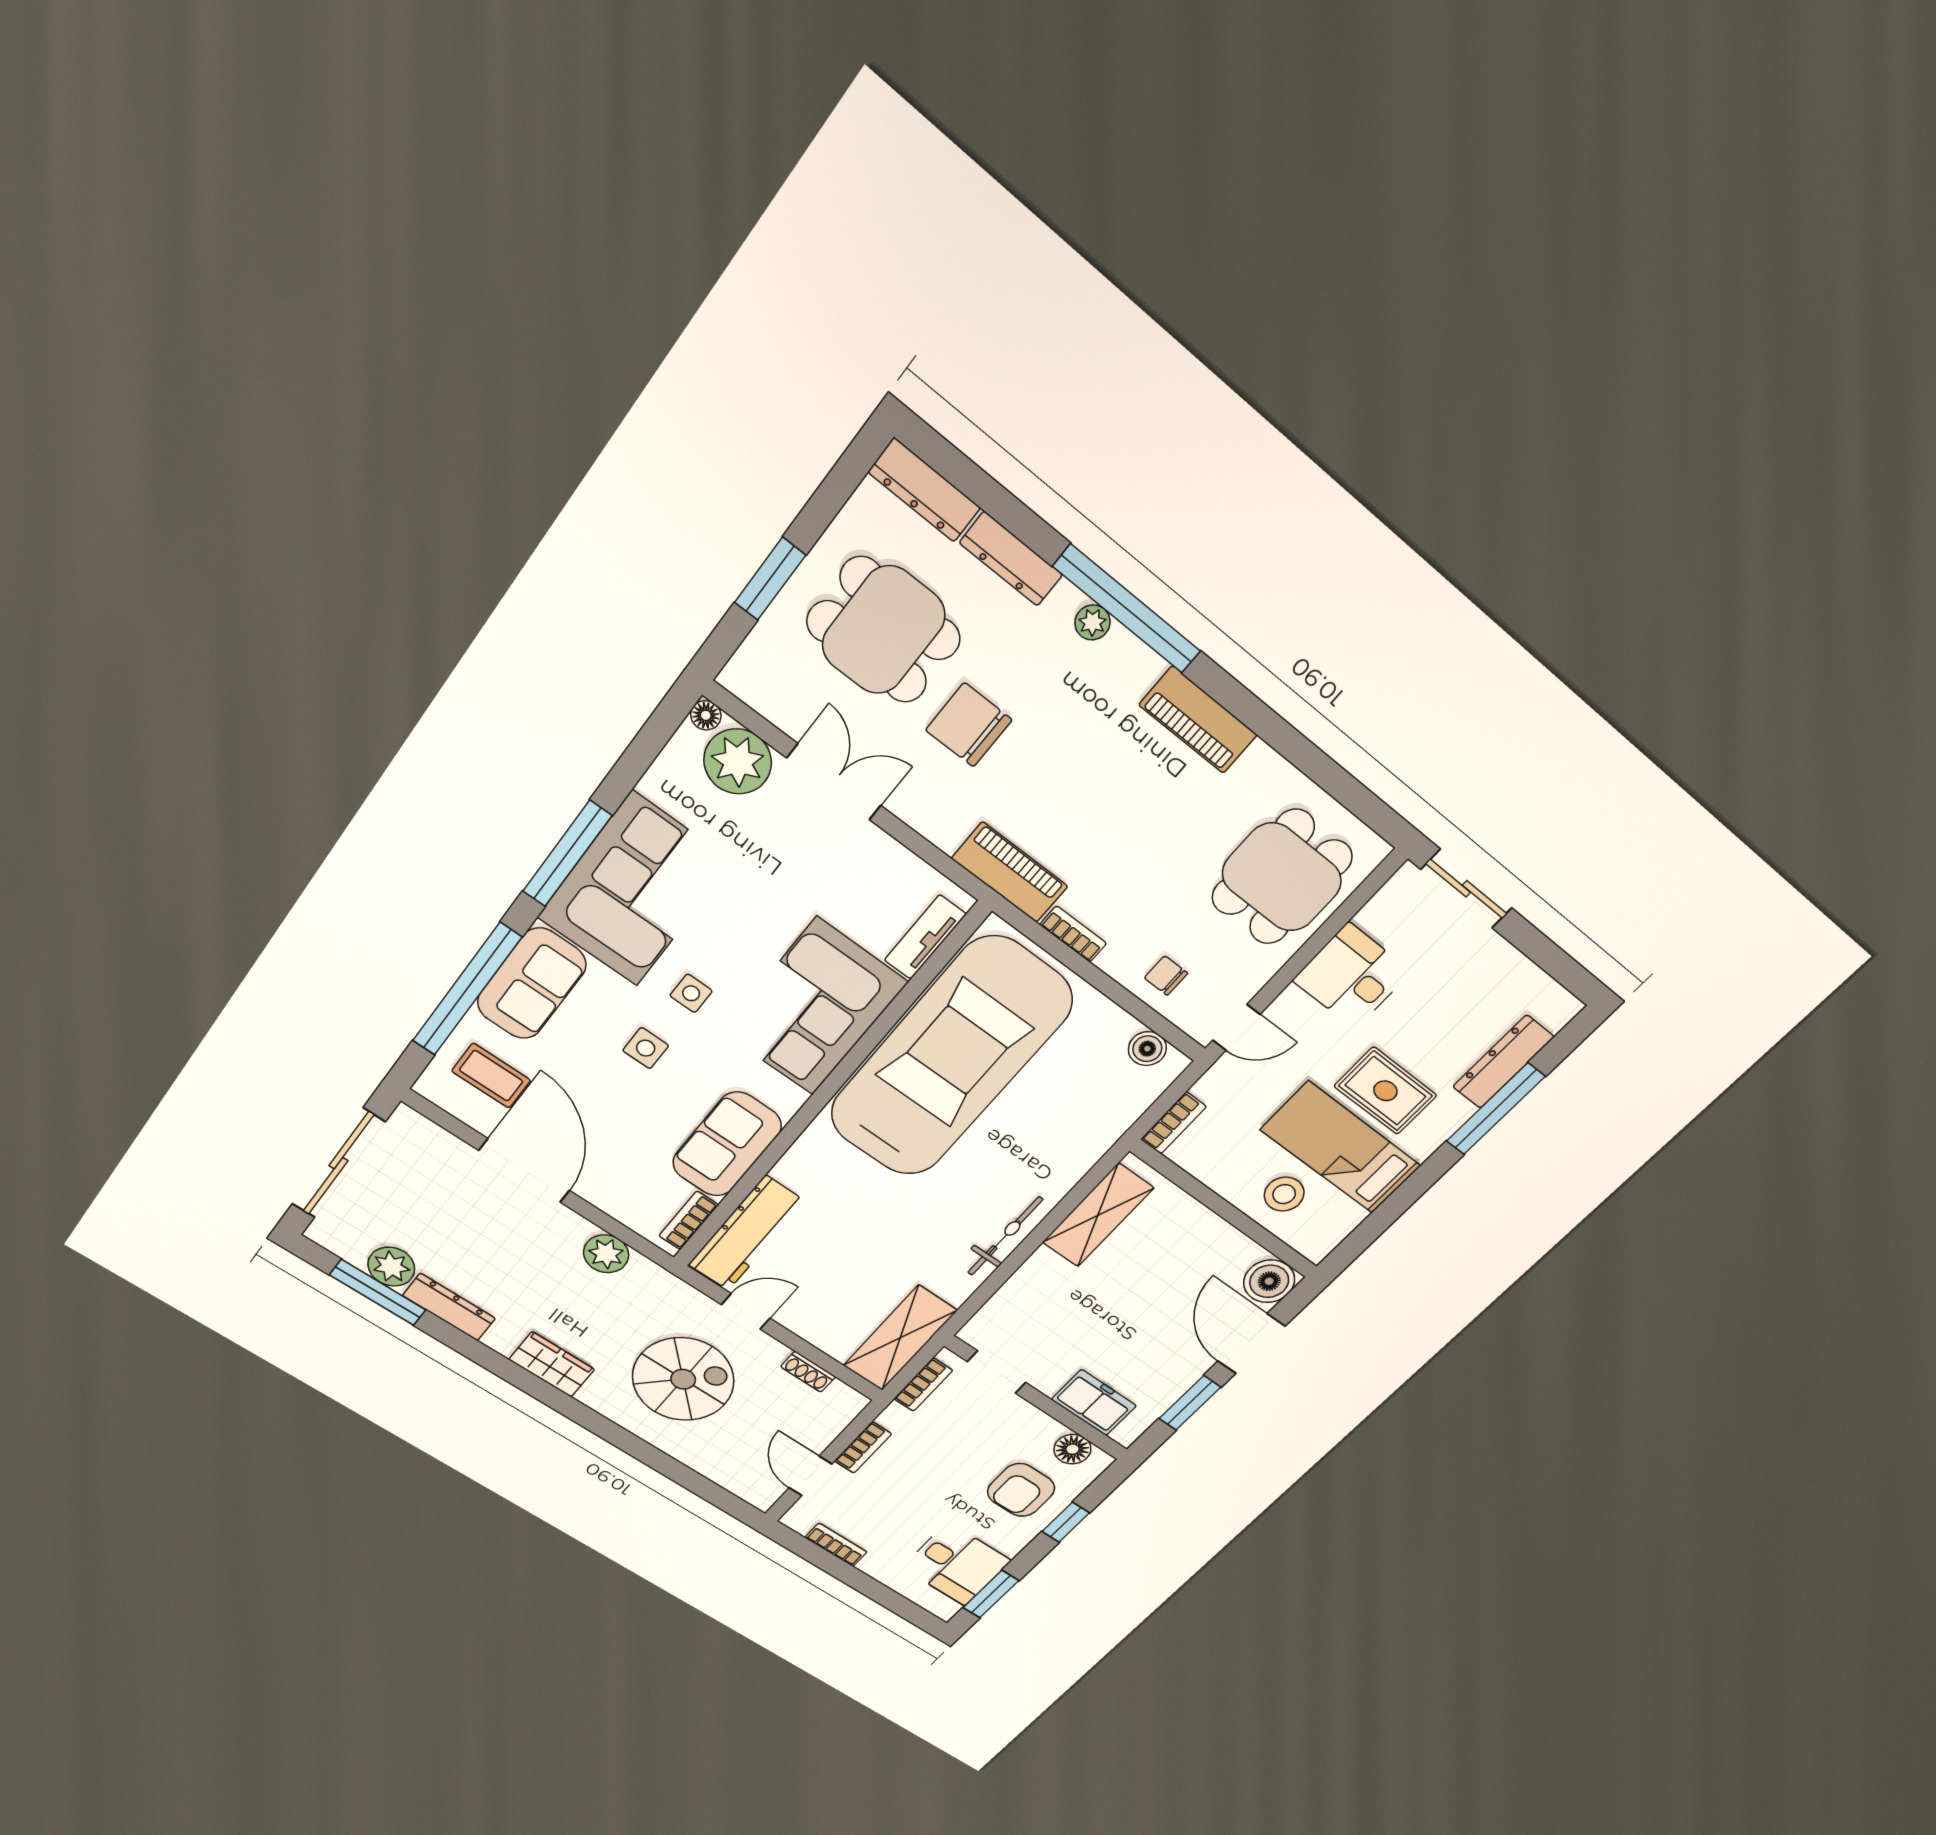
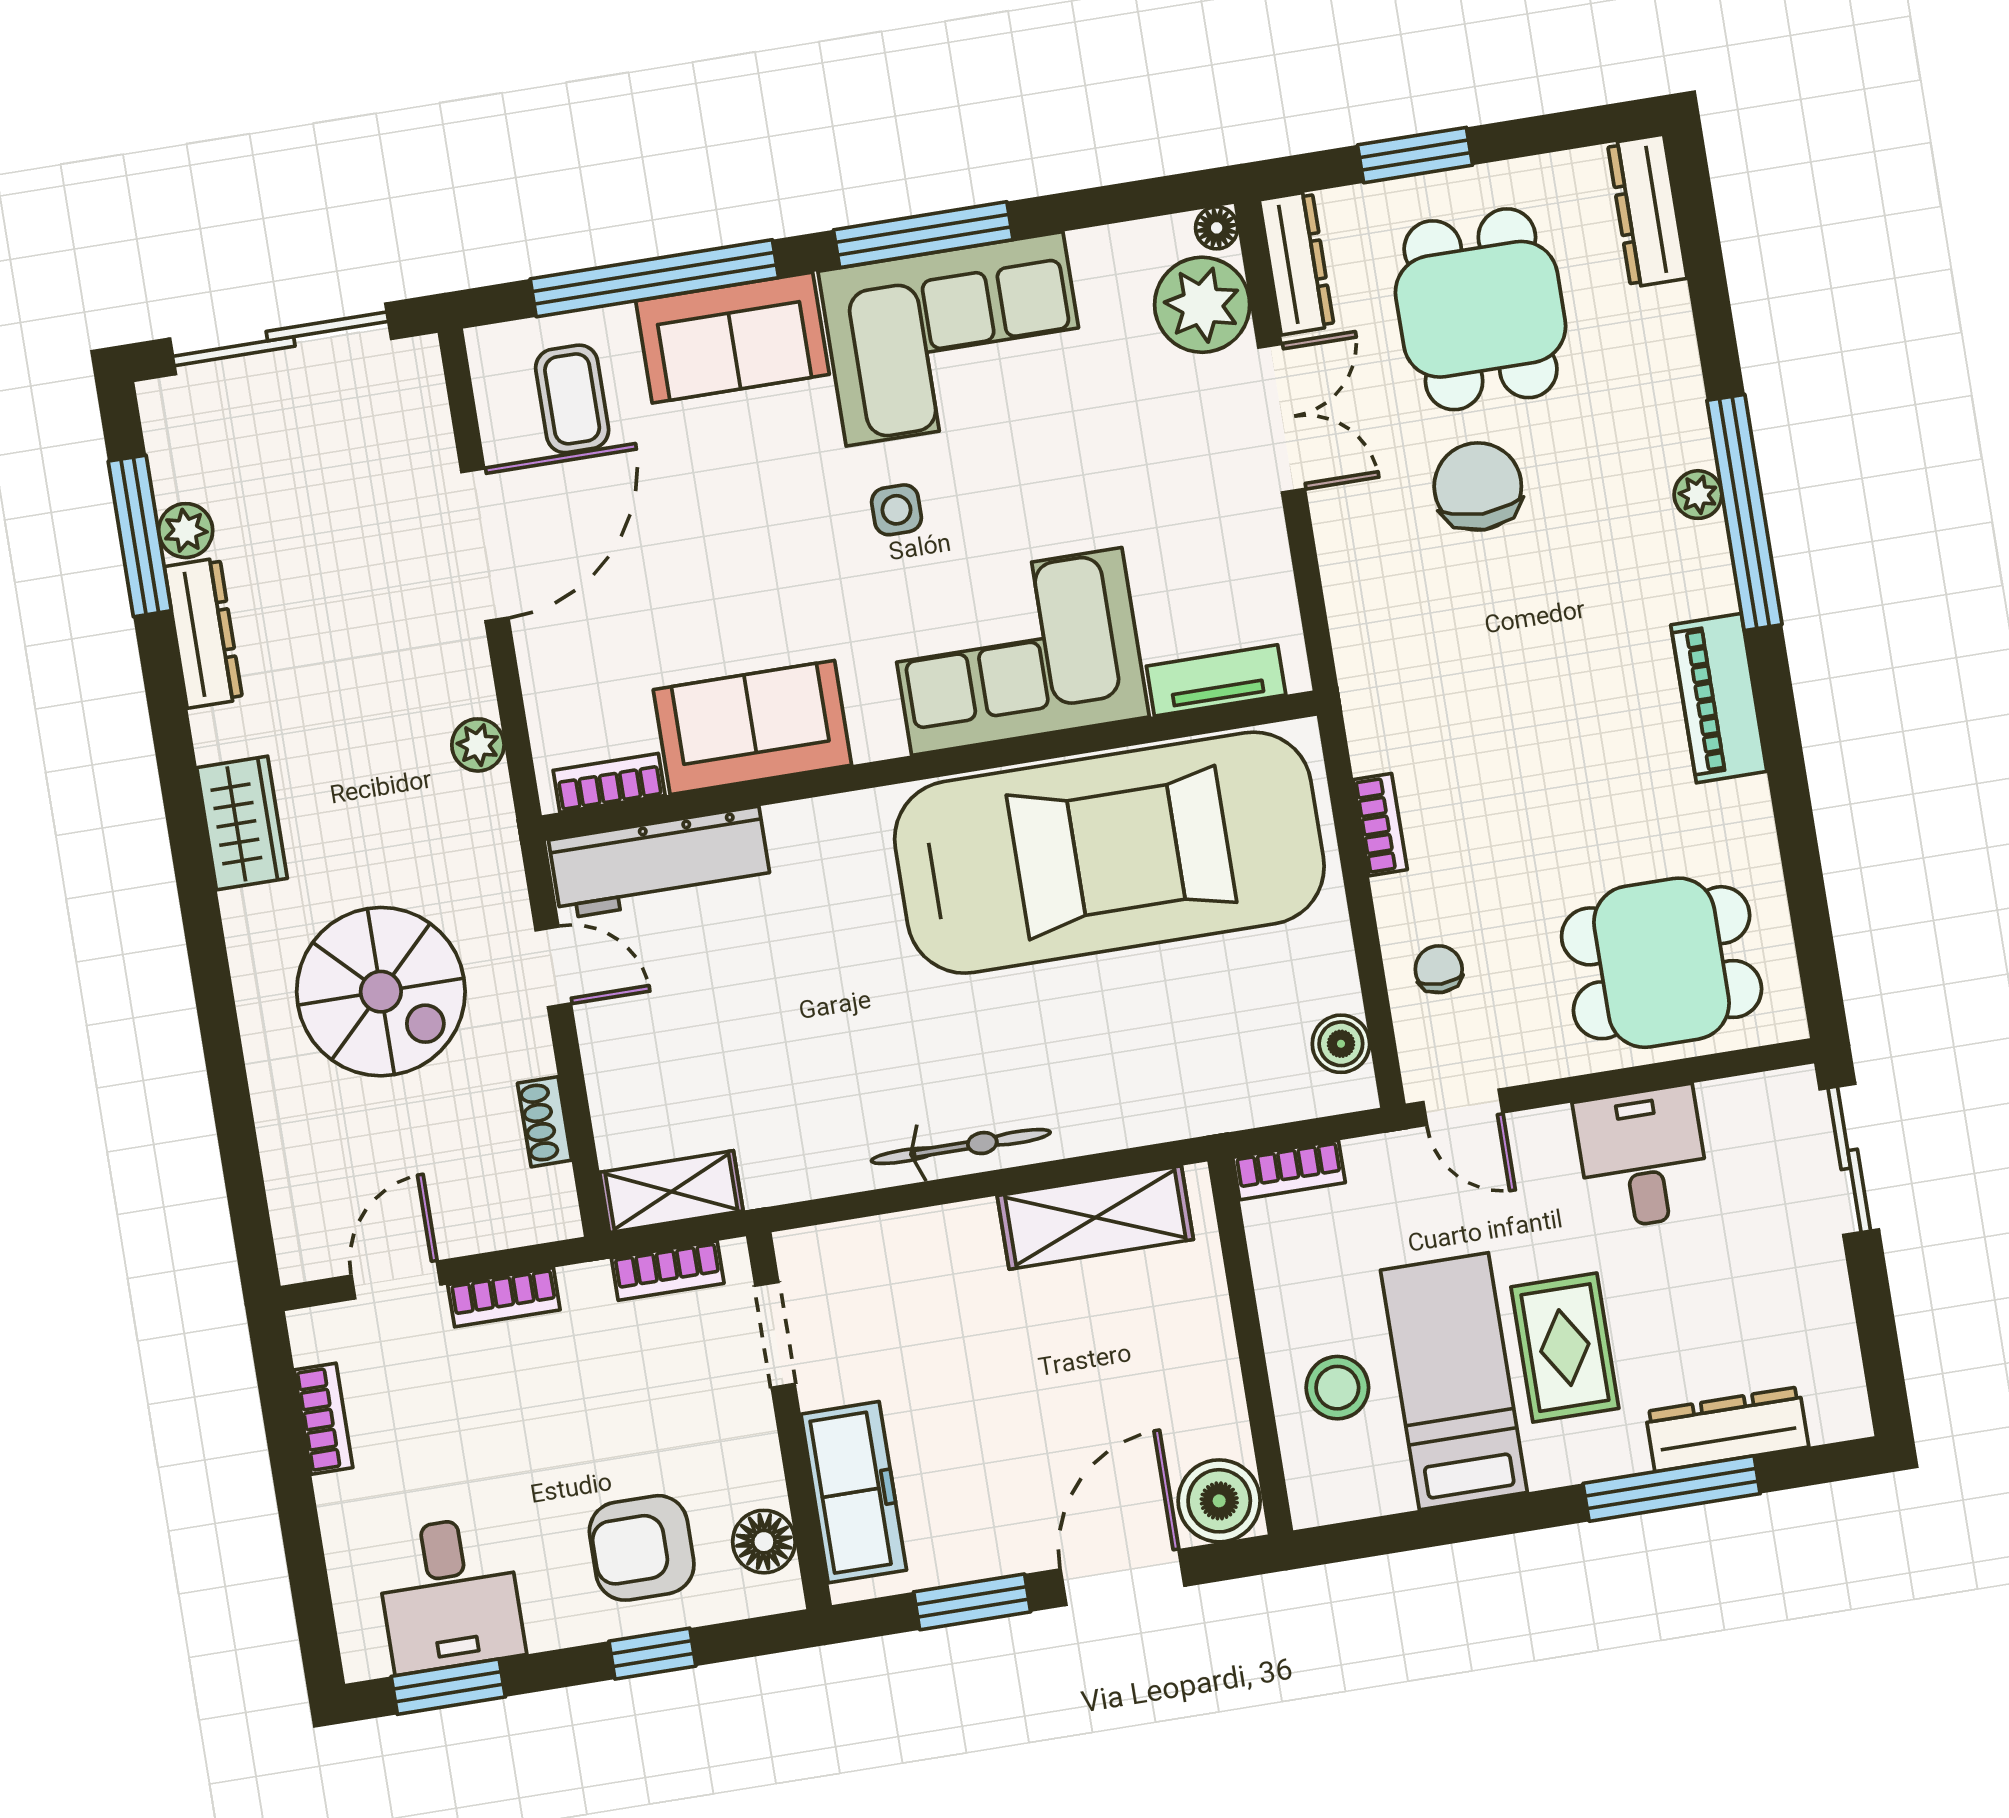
dresser: (1011, 559) -> (1297, 263), moved, turned 180
piano: (1010, 872) -> (1375, 689), removed
side table: (646, 1048) -> (780, 527), removed
plant: (606, 1254) -> (478, 745), width x0.73, depth x0.73
plant: (391, 1267) -> (186, 531), width x0.73, depth x0.73
shelving: (900, 1338) -> (671, 1192), width x0.67, depth x0.75
freezer: (1094, 1403) -> (854, 1492), width x1.40

